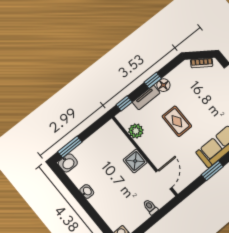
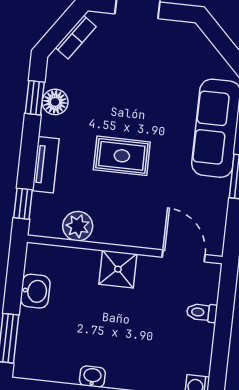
window: (153, 80) -> (35, 98), moved
floor lamp: (163, 85) -> (55, 102), moved
washbasin: (68, 163) -> (35, 291), moved

